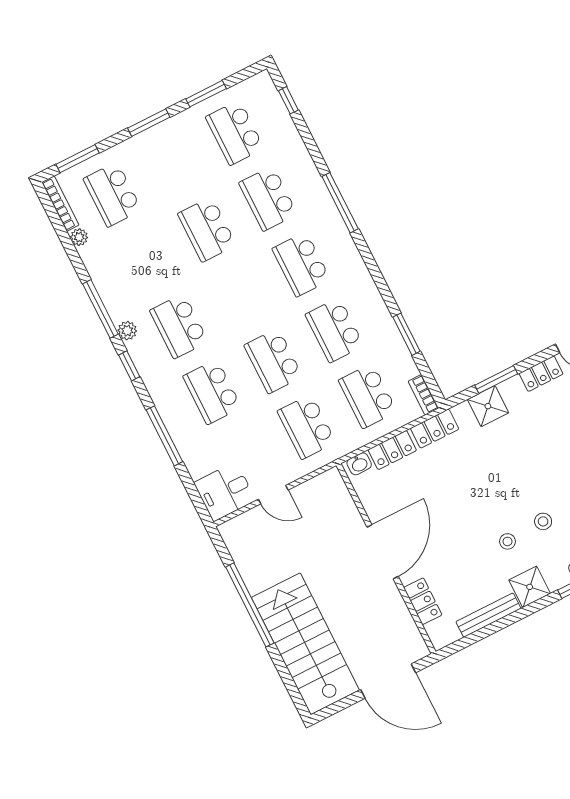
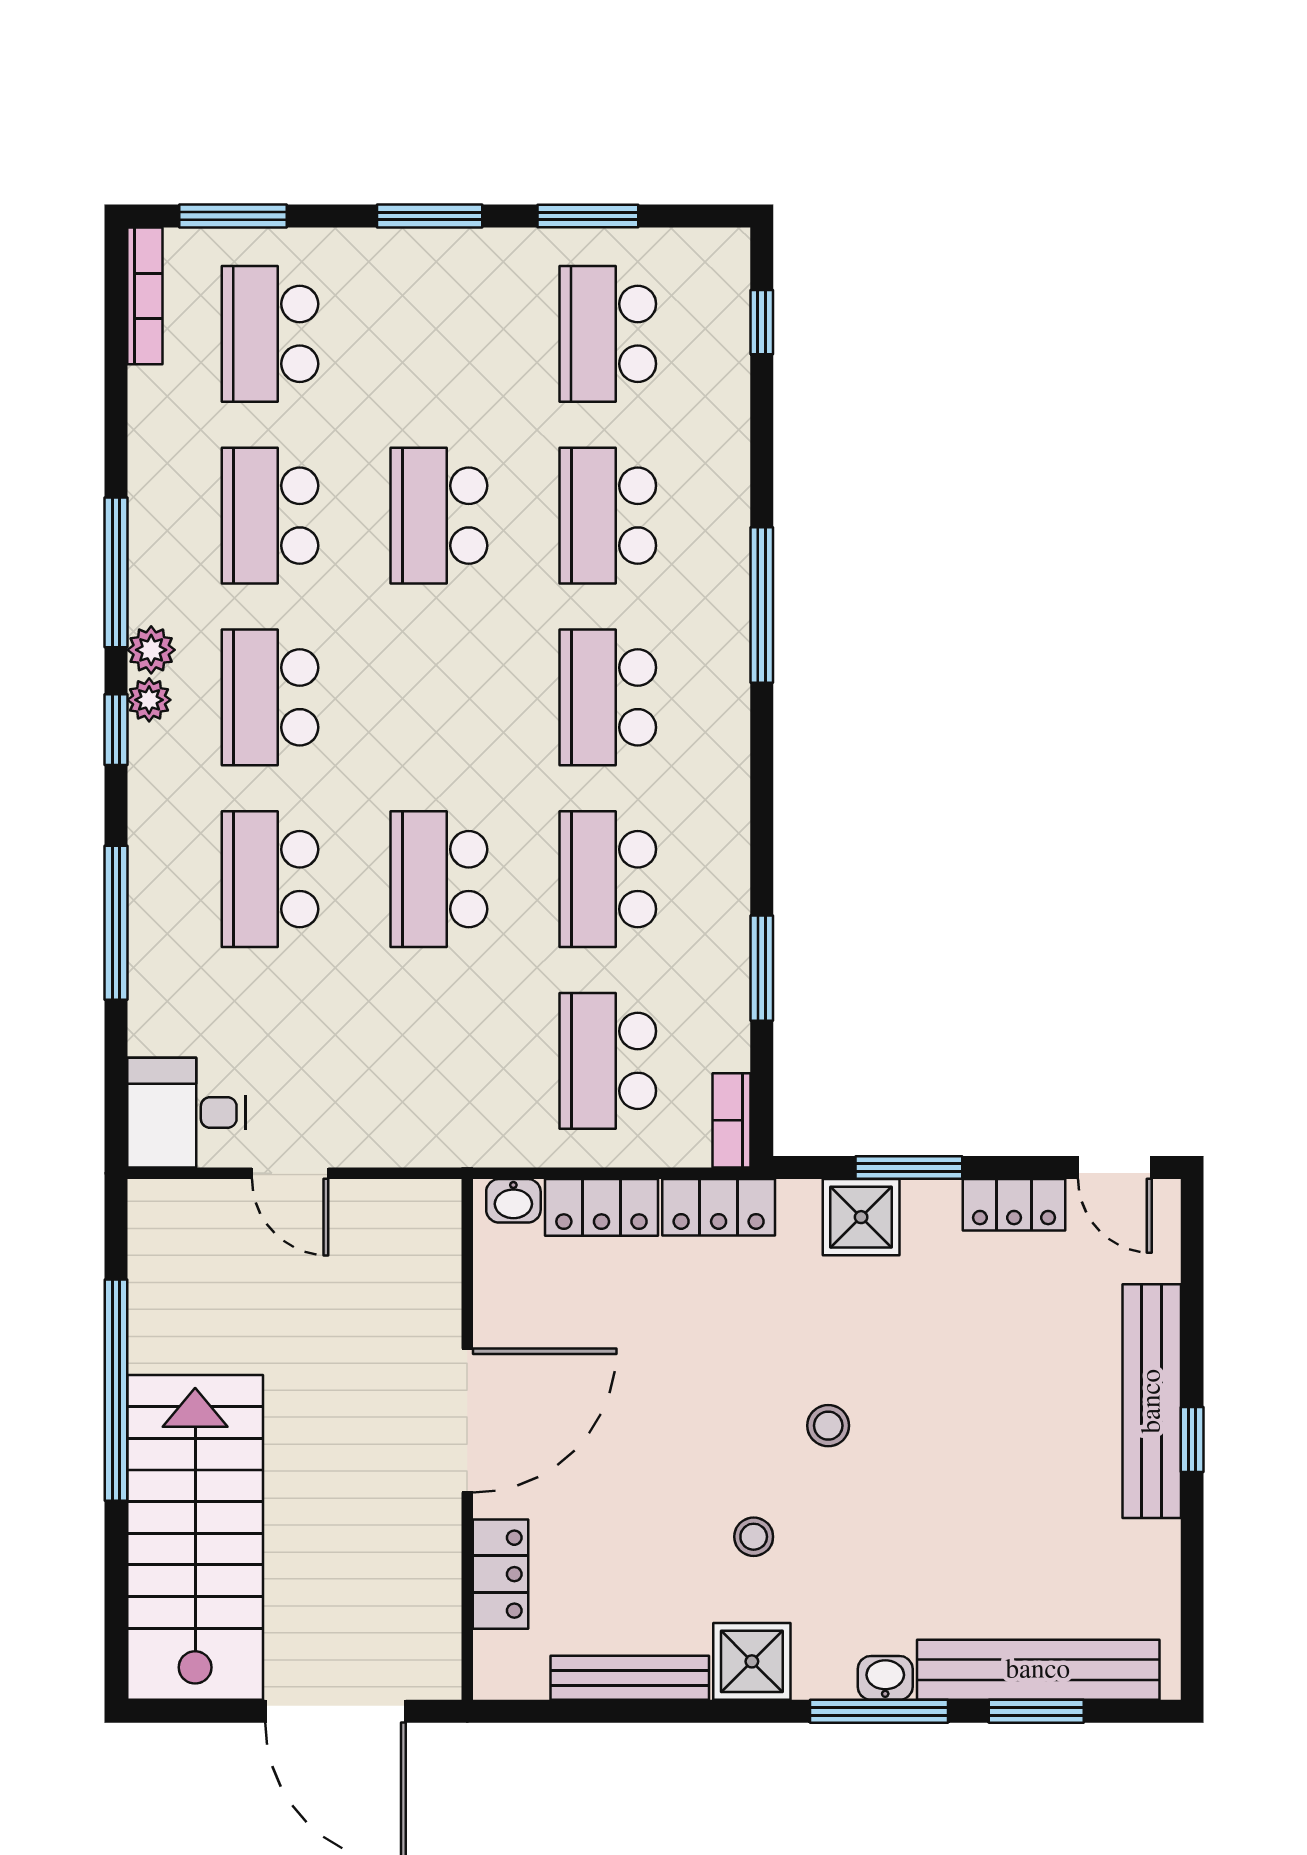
plant: (79, 237) -> (149, 700), moved
school desk: (307, 427) -> (270, 516), moved
stool: (543, 521) -> (828, 1426), moved

